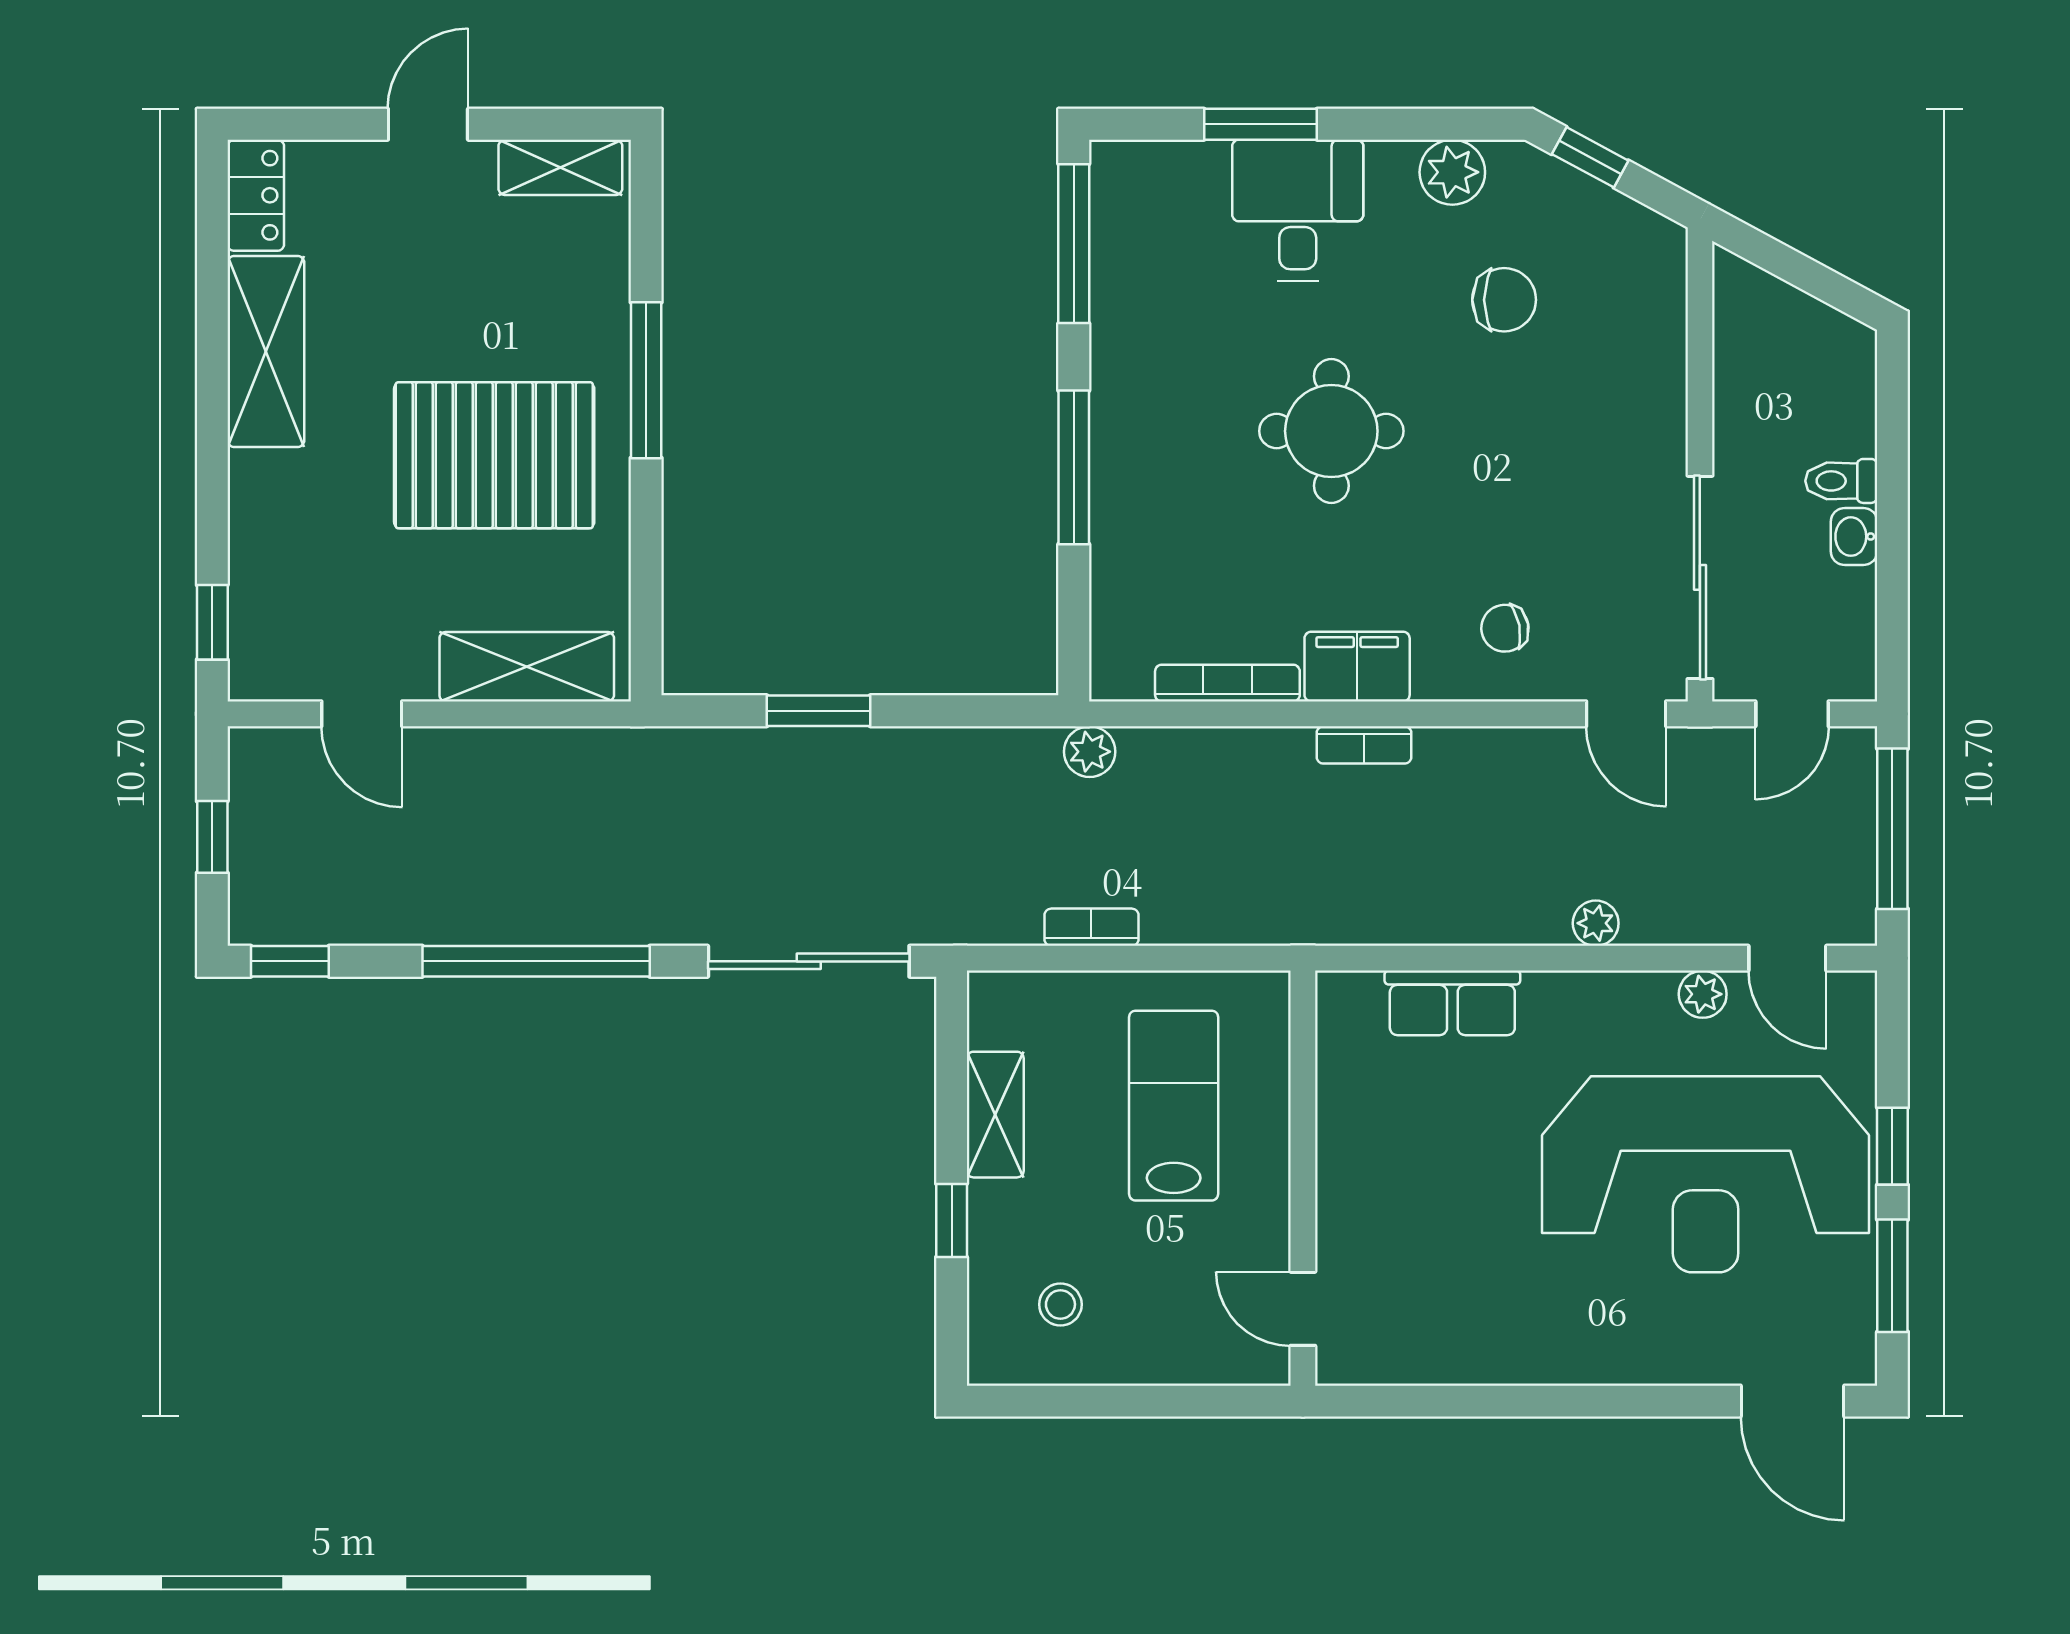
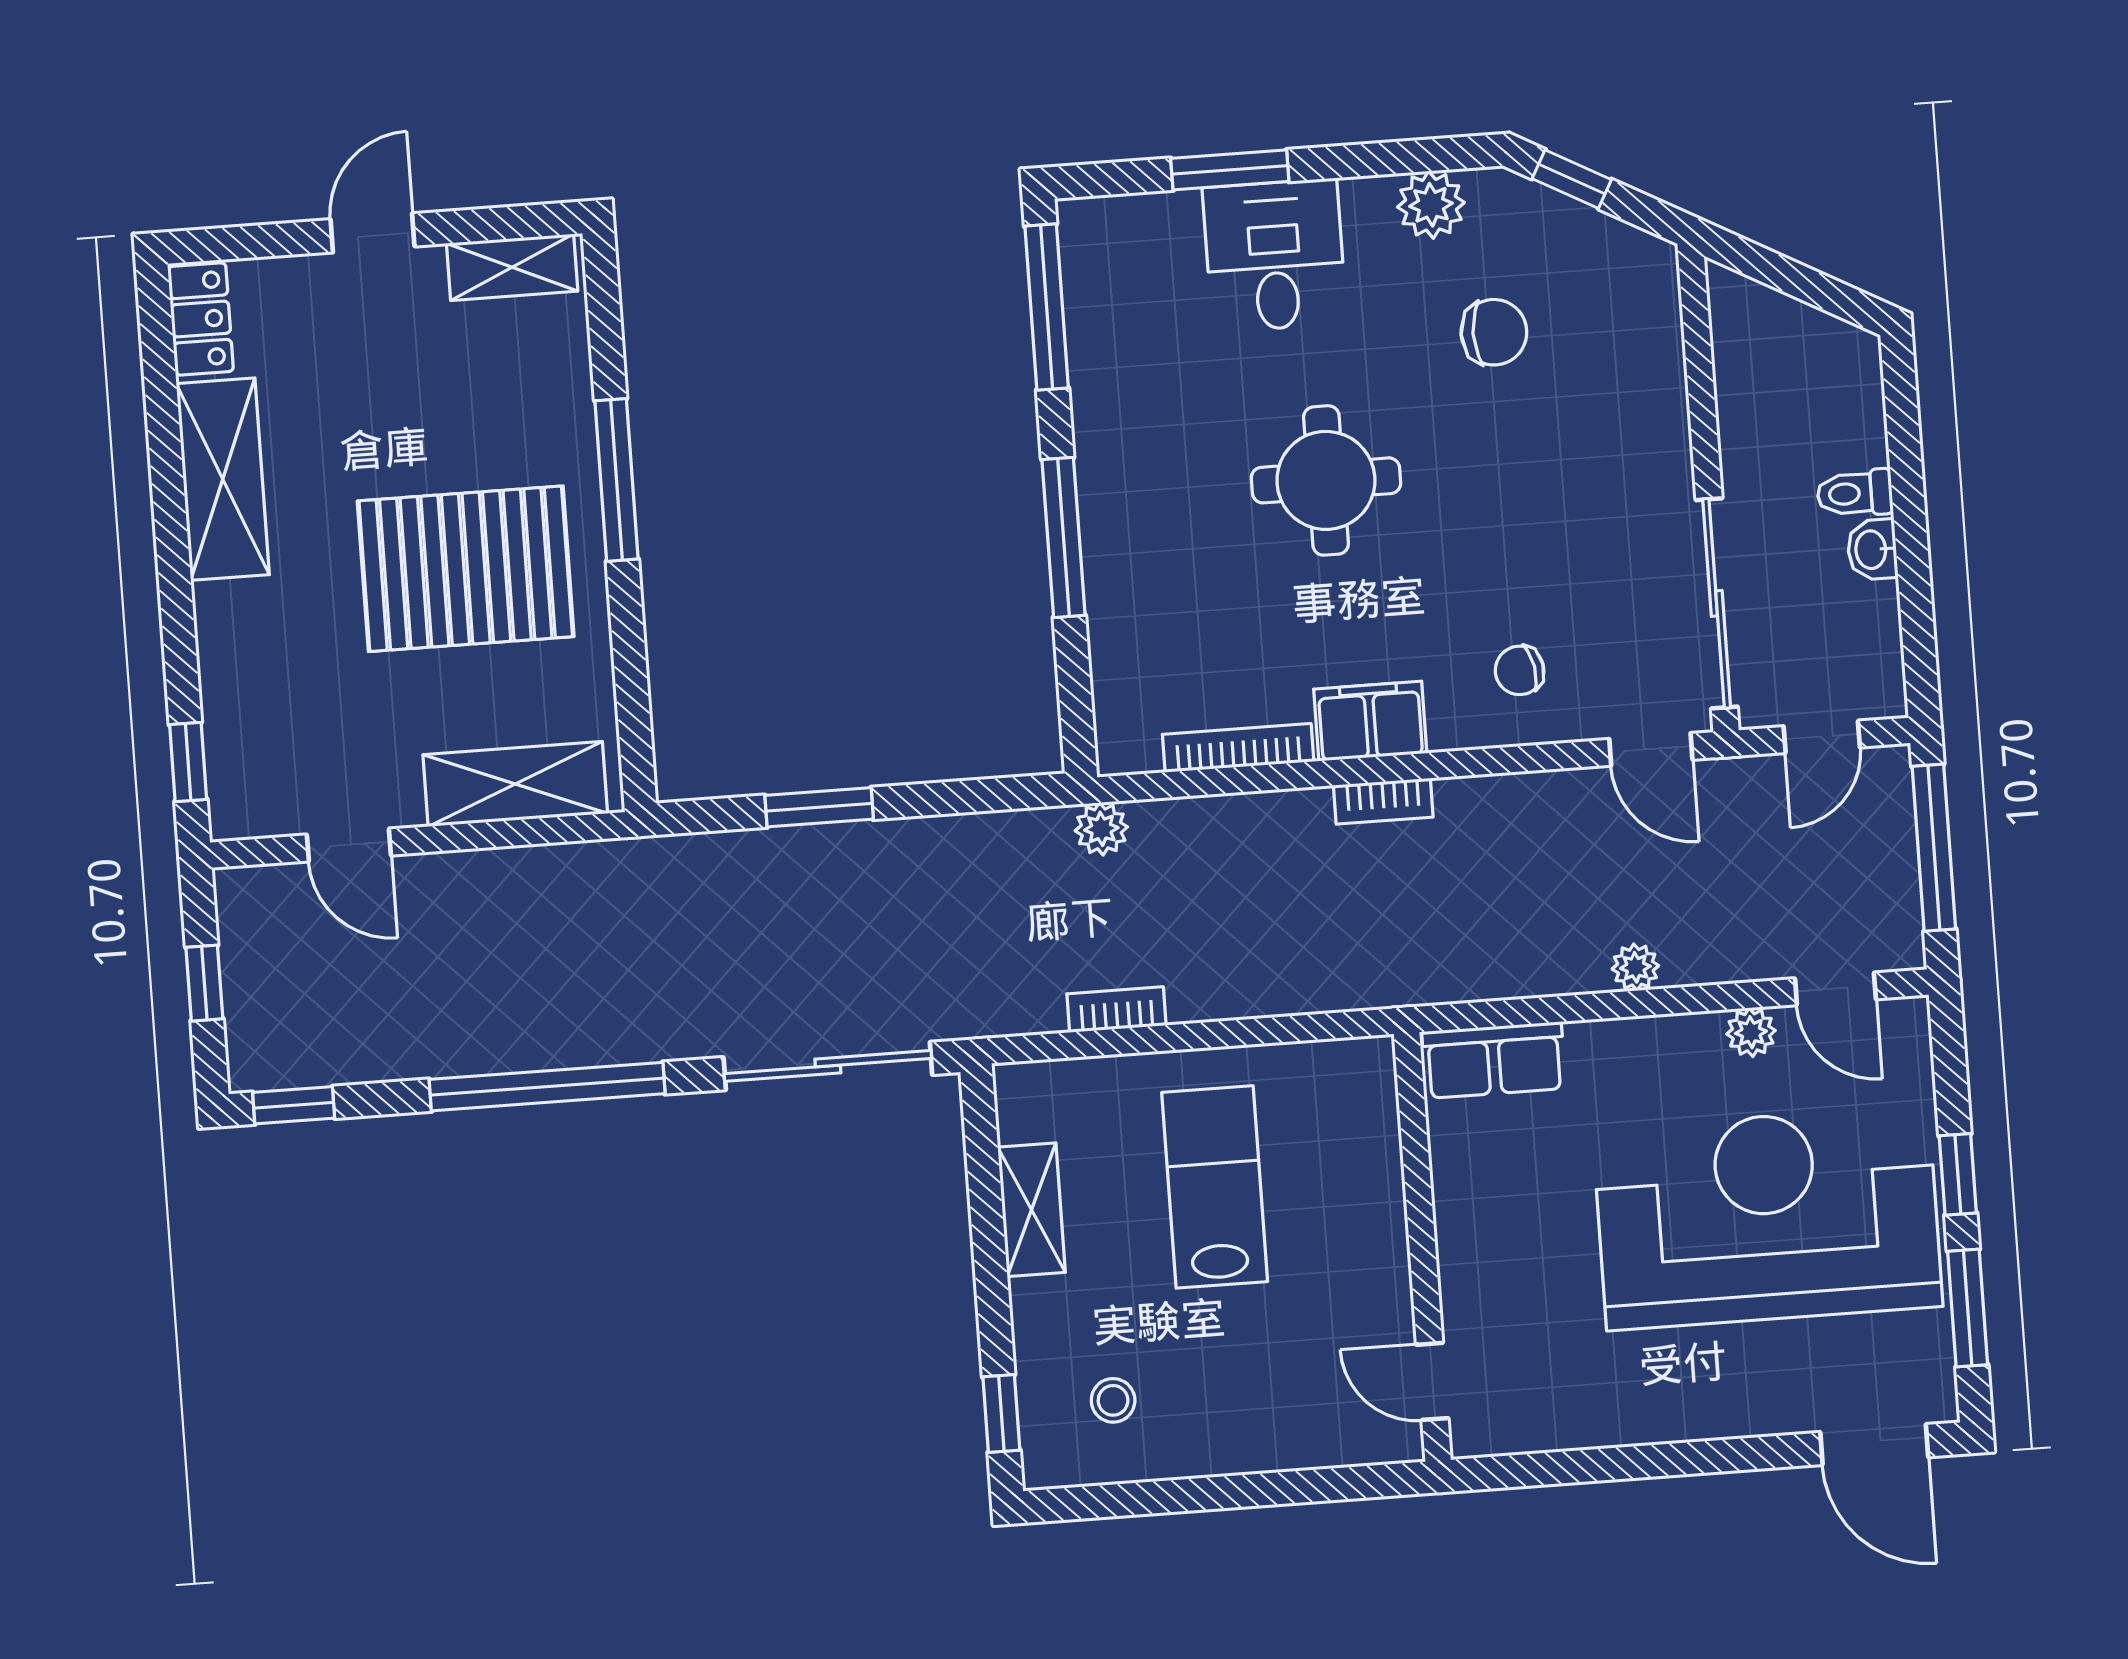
reception desk: (1706, 1174) -> (1768, 1218), turned 180
wall: (1303, 1178) -> (1422, 1247), moved
window: (952, 1220) -> (1001, 1414), moved
door: (1303, 1309) -> (1432, 1381), moved

